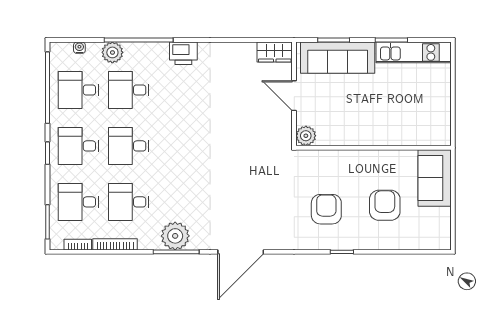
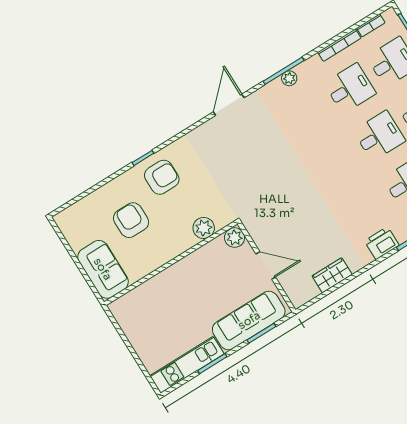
wardrobe: (275, 52) -> (332, 275), moved
plant: (327, 160) -> (204, 228), added
armchair: (385, 205) -> (131, 220), turned 180
armchair: (326, 209) -> (162, 177), moved, turned -90
plant: (175, 236) -> (289, 78), width x0.53, depth x0.53
door: (241, 252) -> (229, 105), width x0.73

